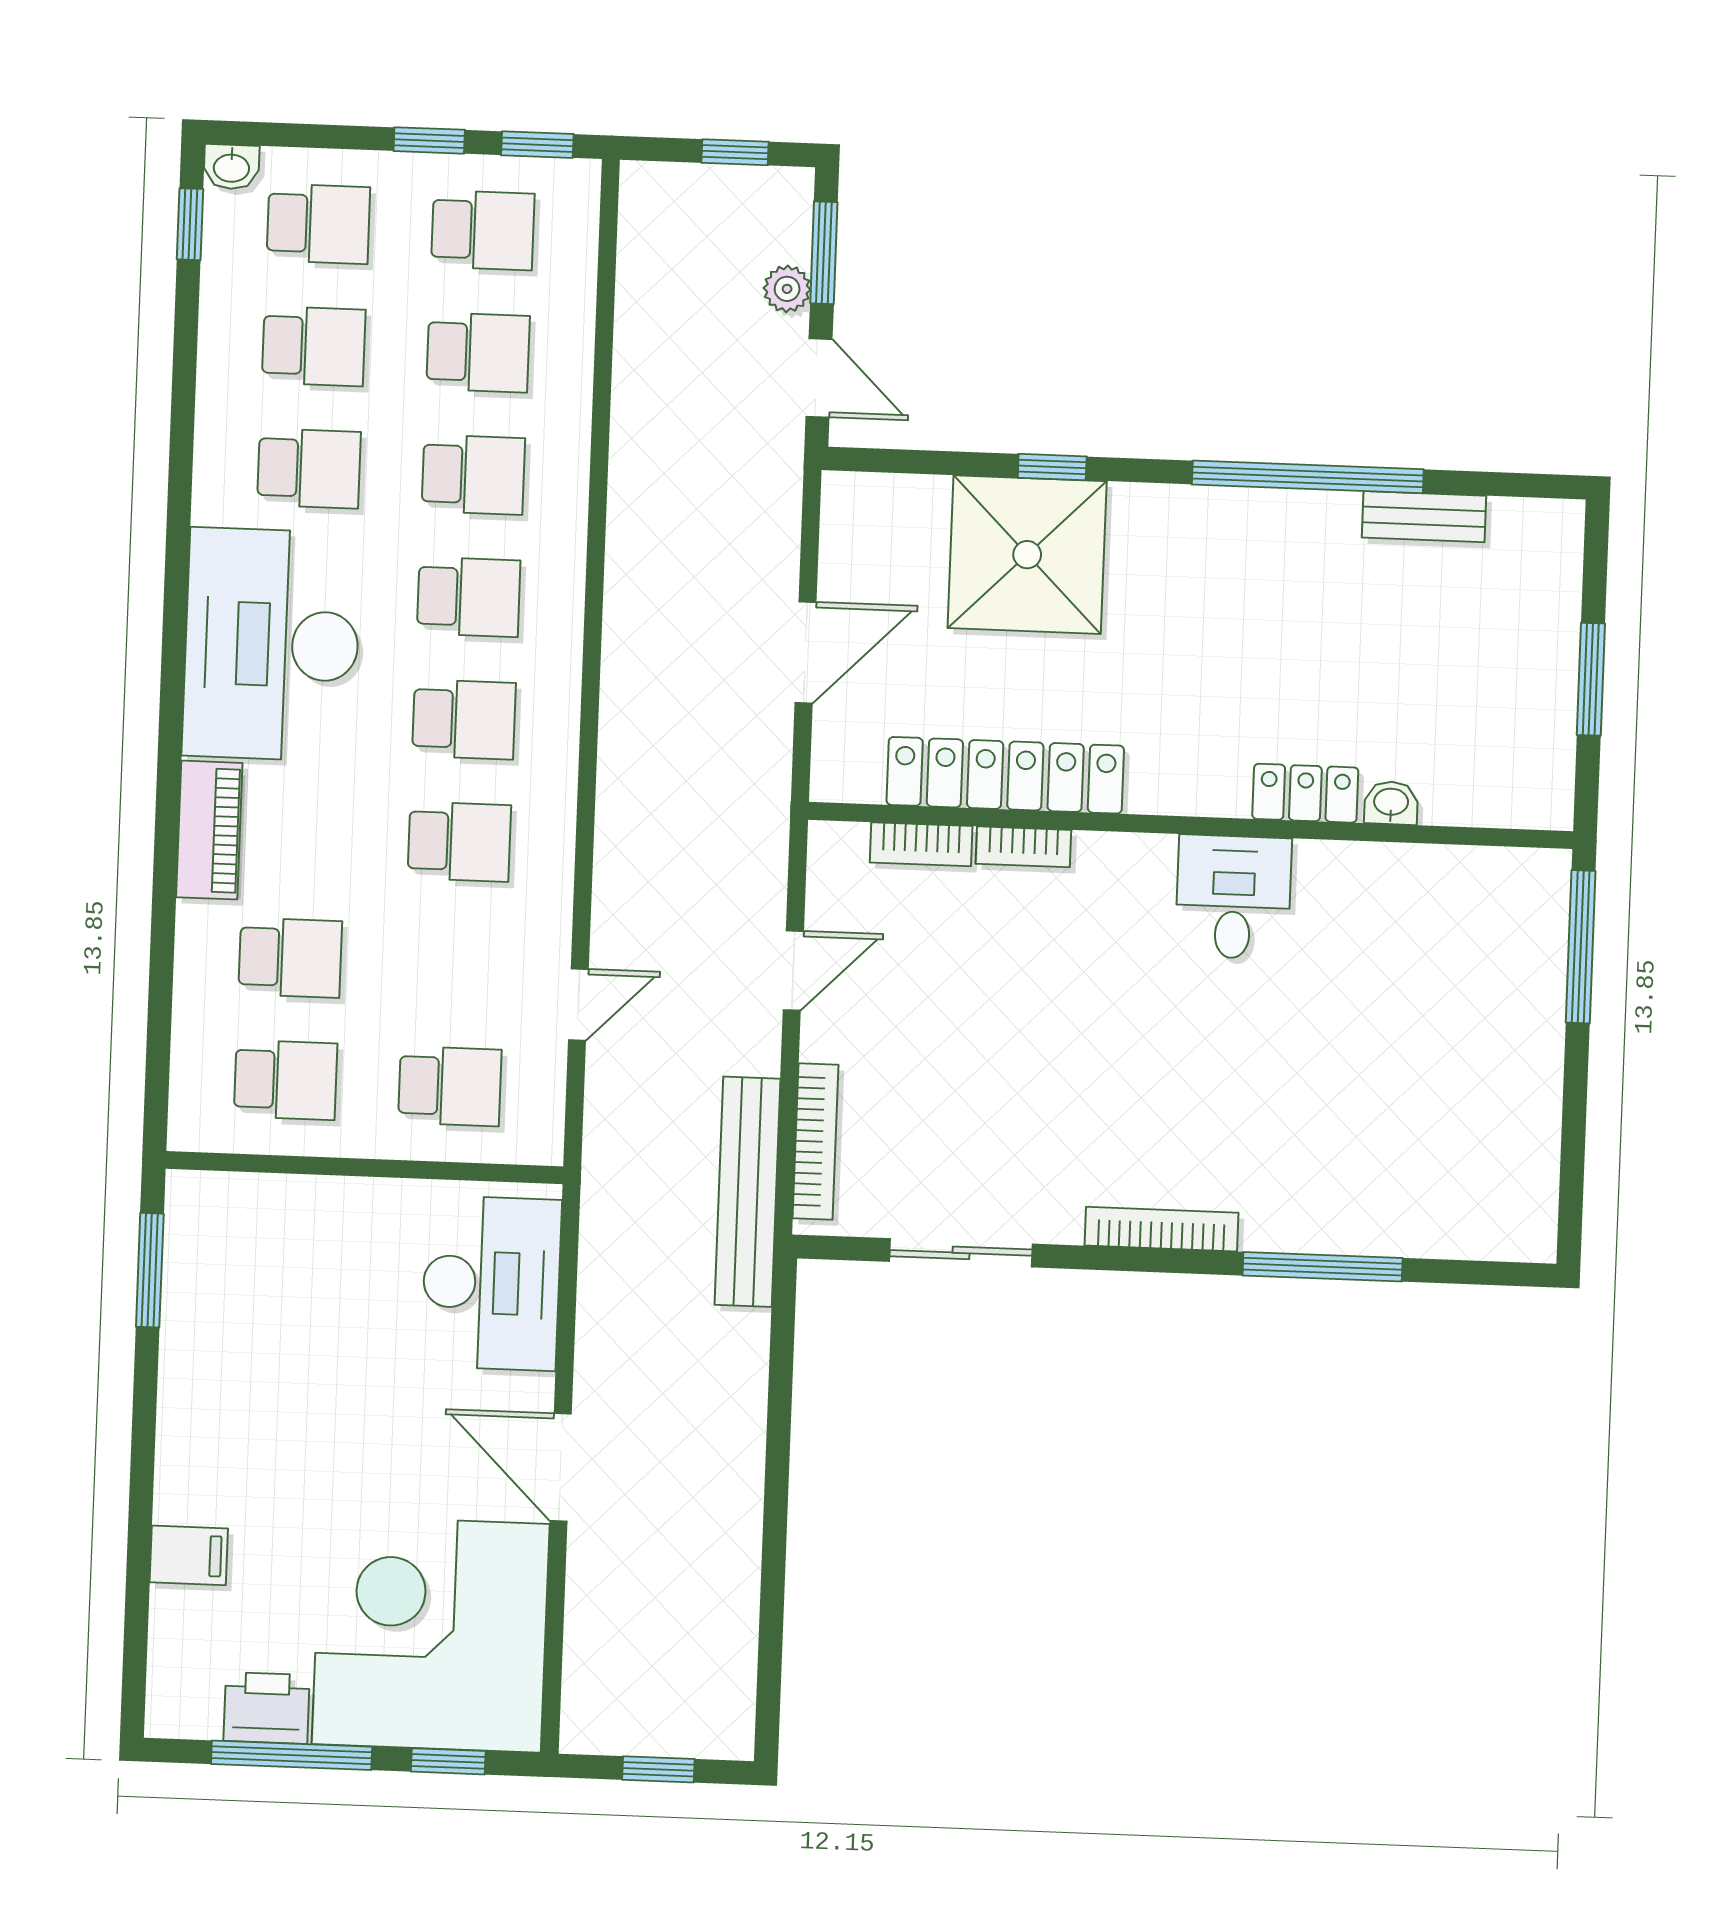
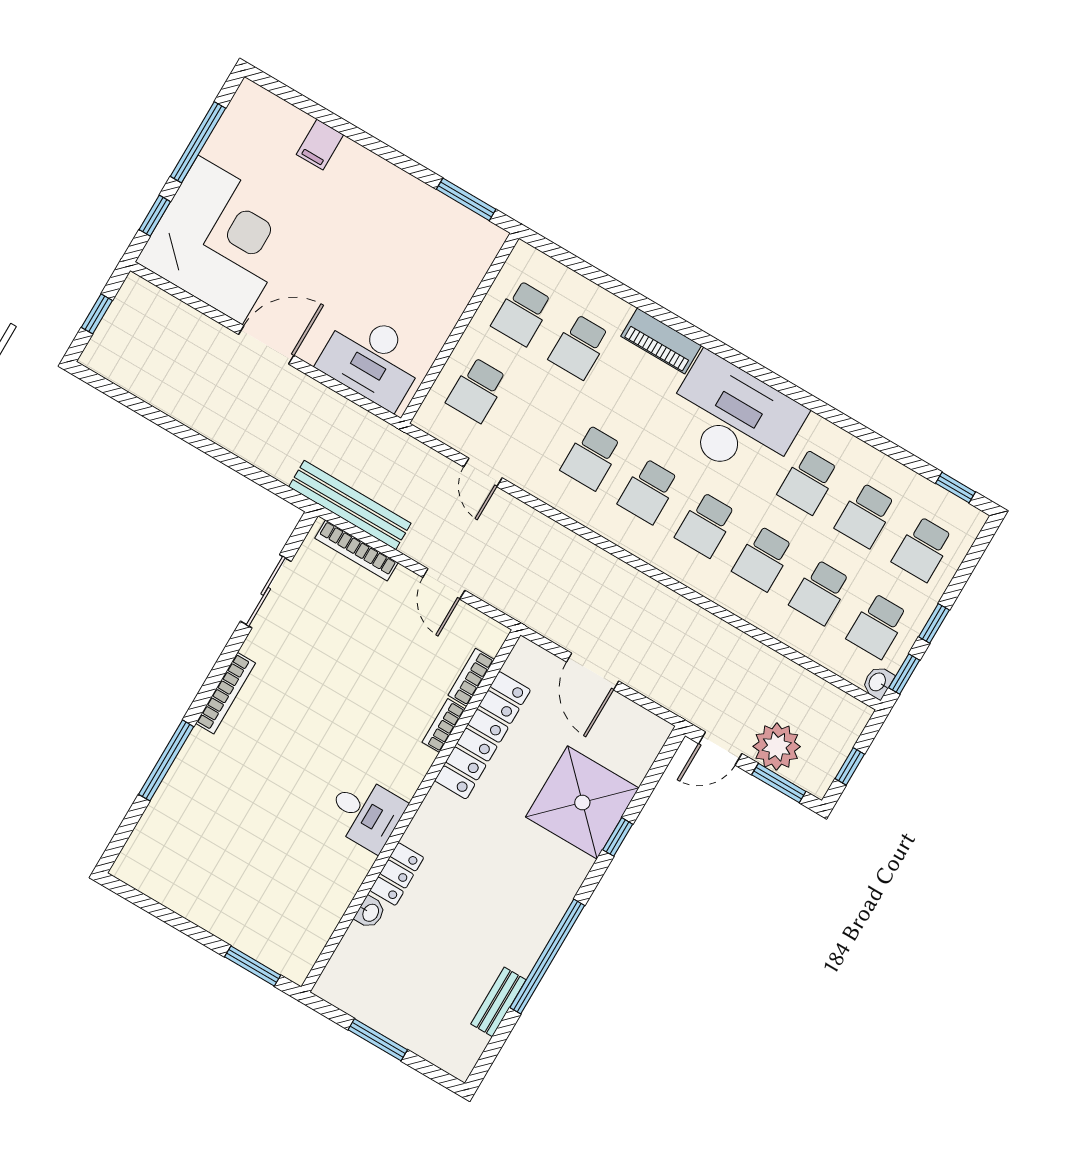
washbasin: (231, 167) -> (878, 682), moved
plant: (787, 289) -> (777, 747), width x1.88, depth x1.88
window: (1581, 947) -> (253, 966), width x0.69
printer: (267, 1708) -> (227, 143), removed

